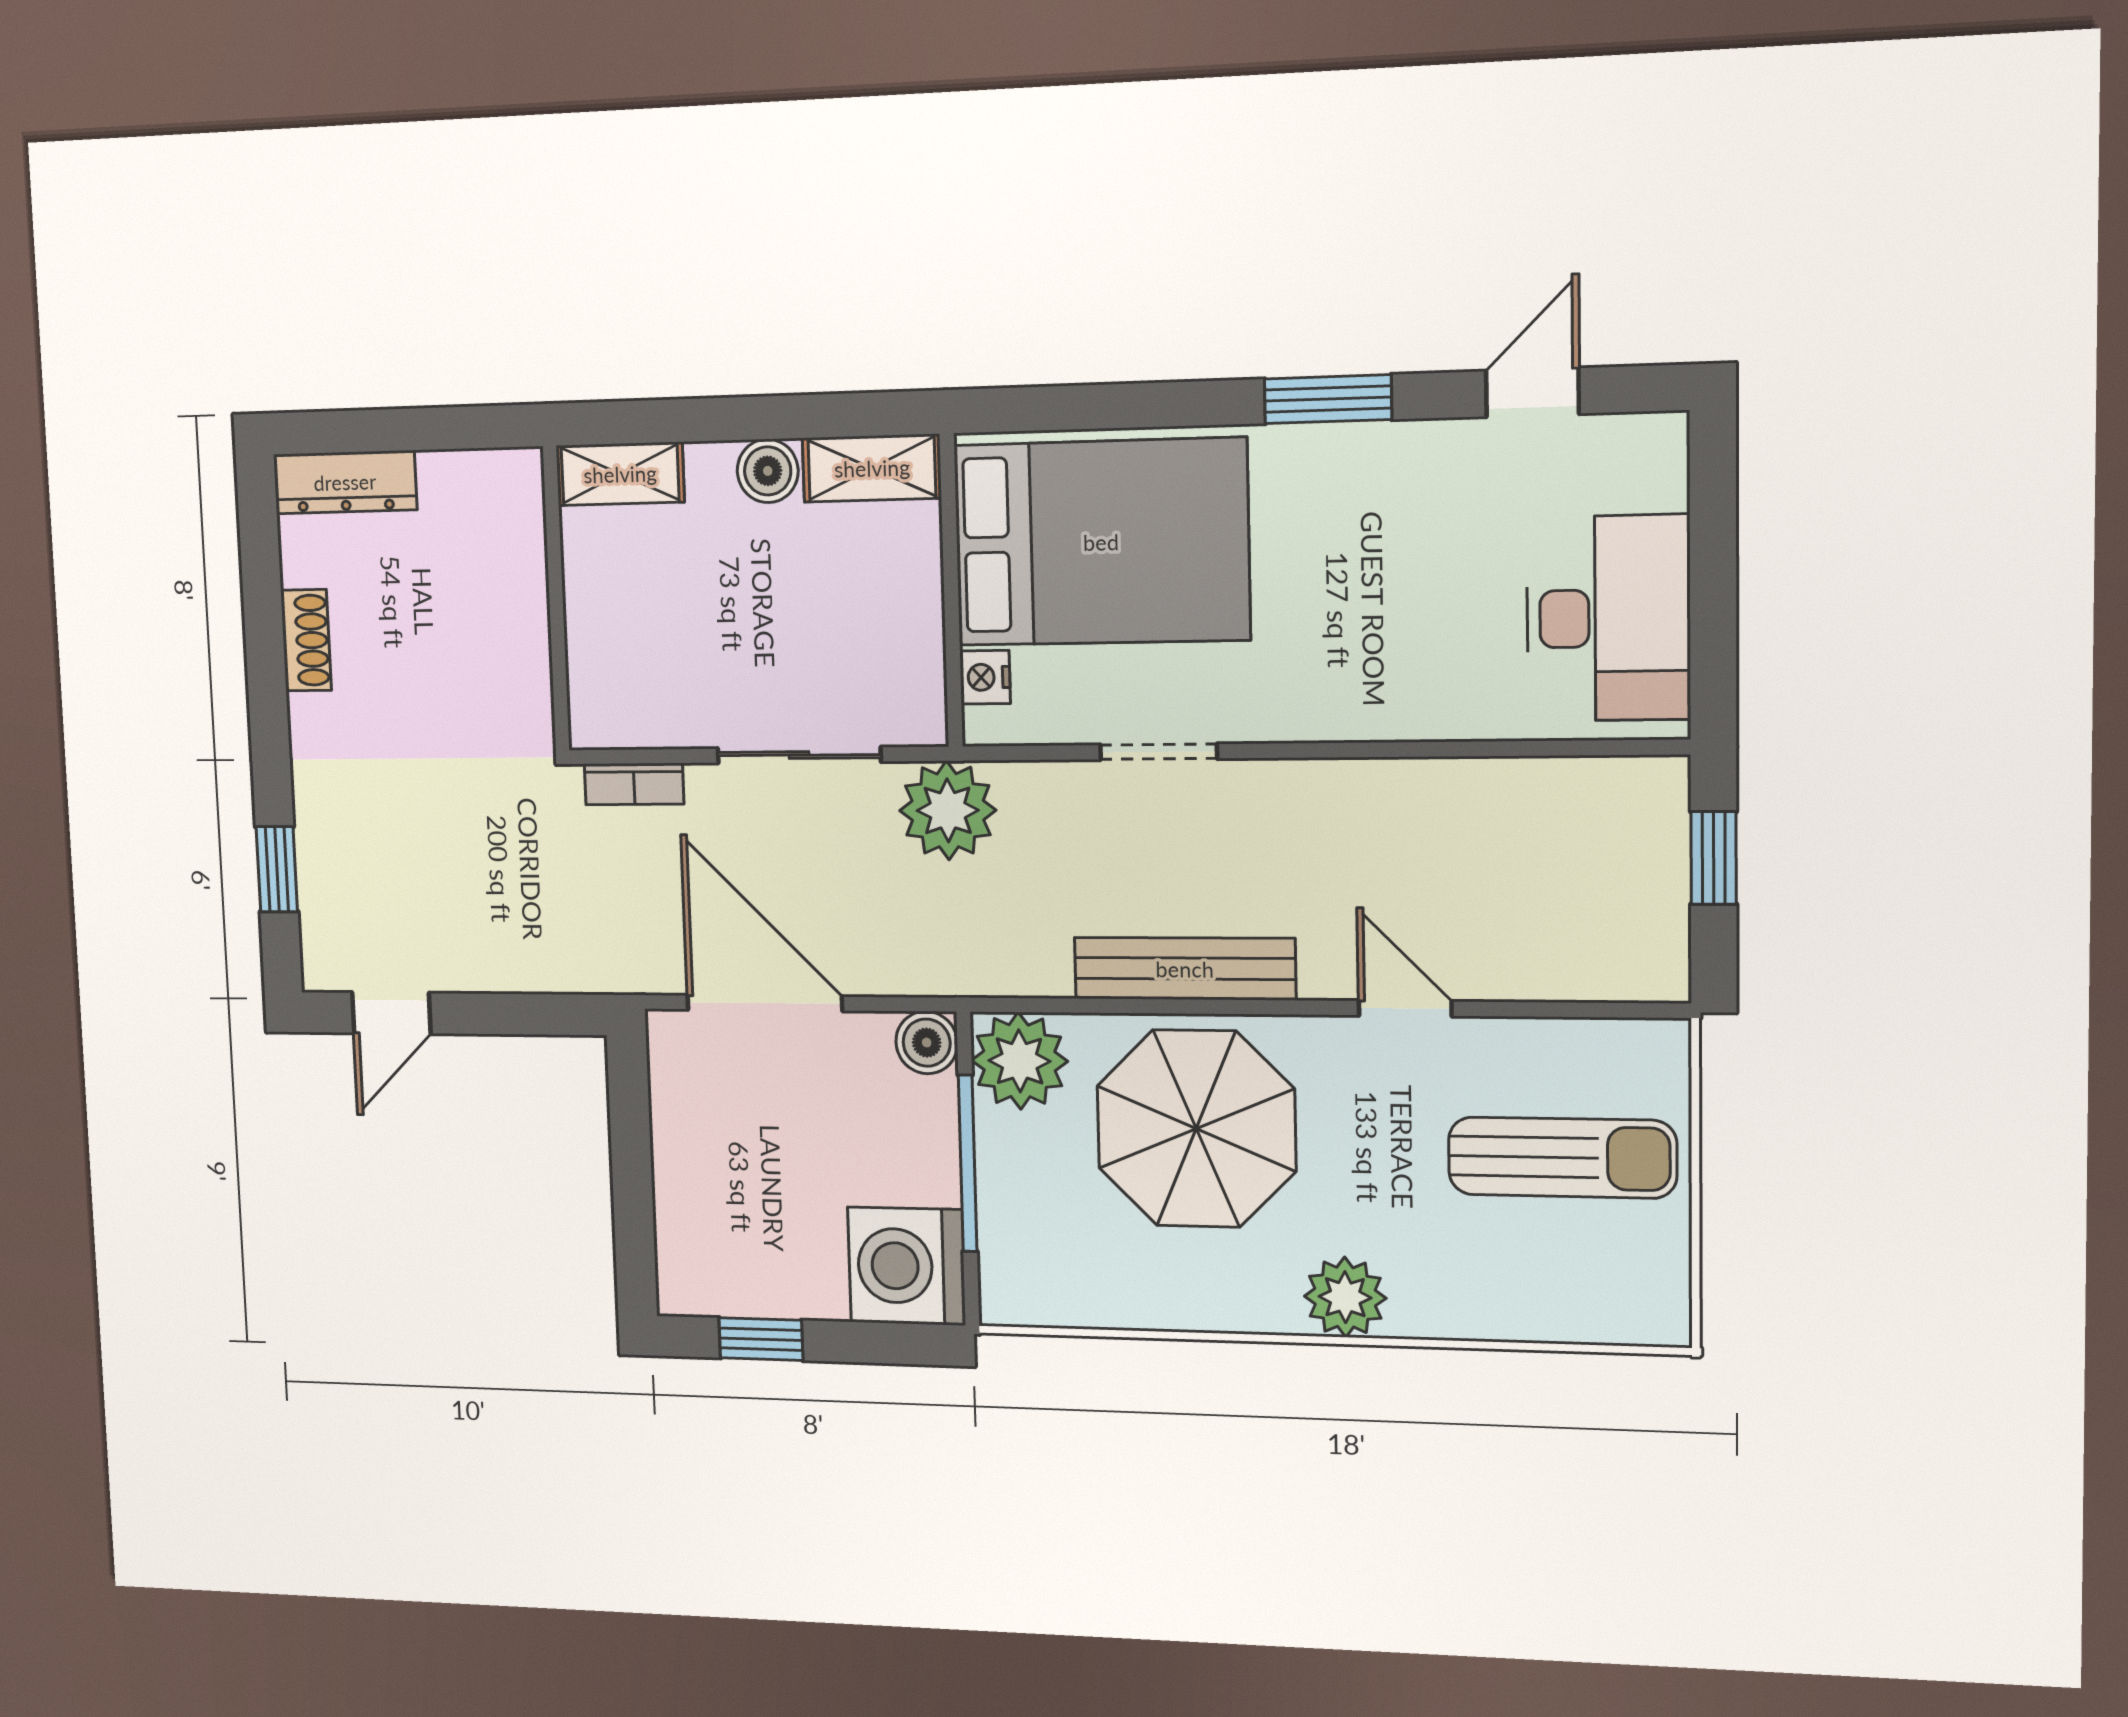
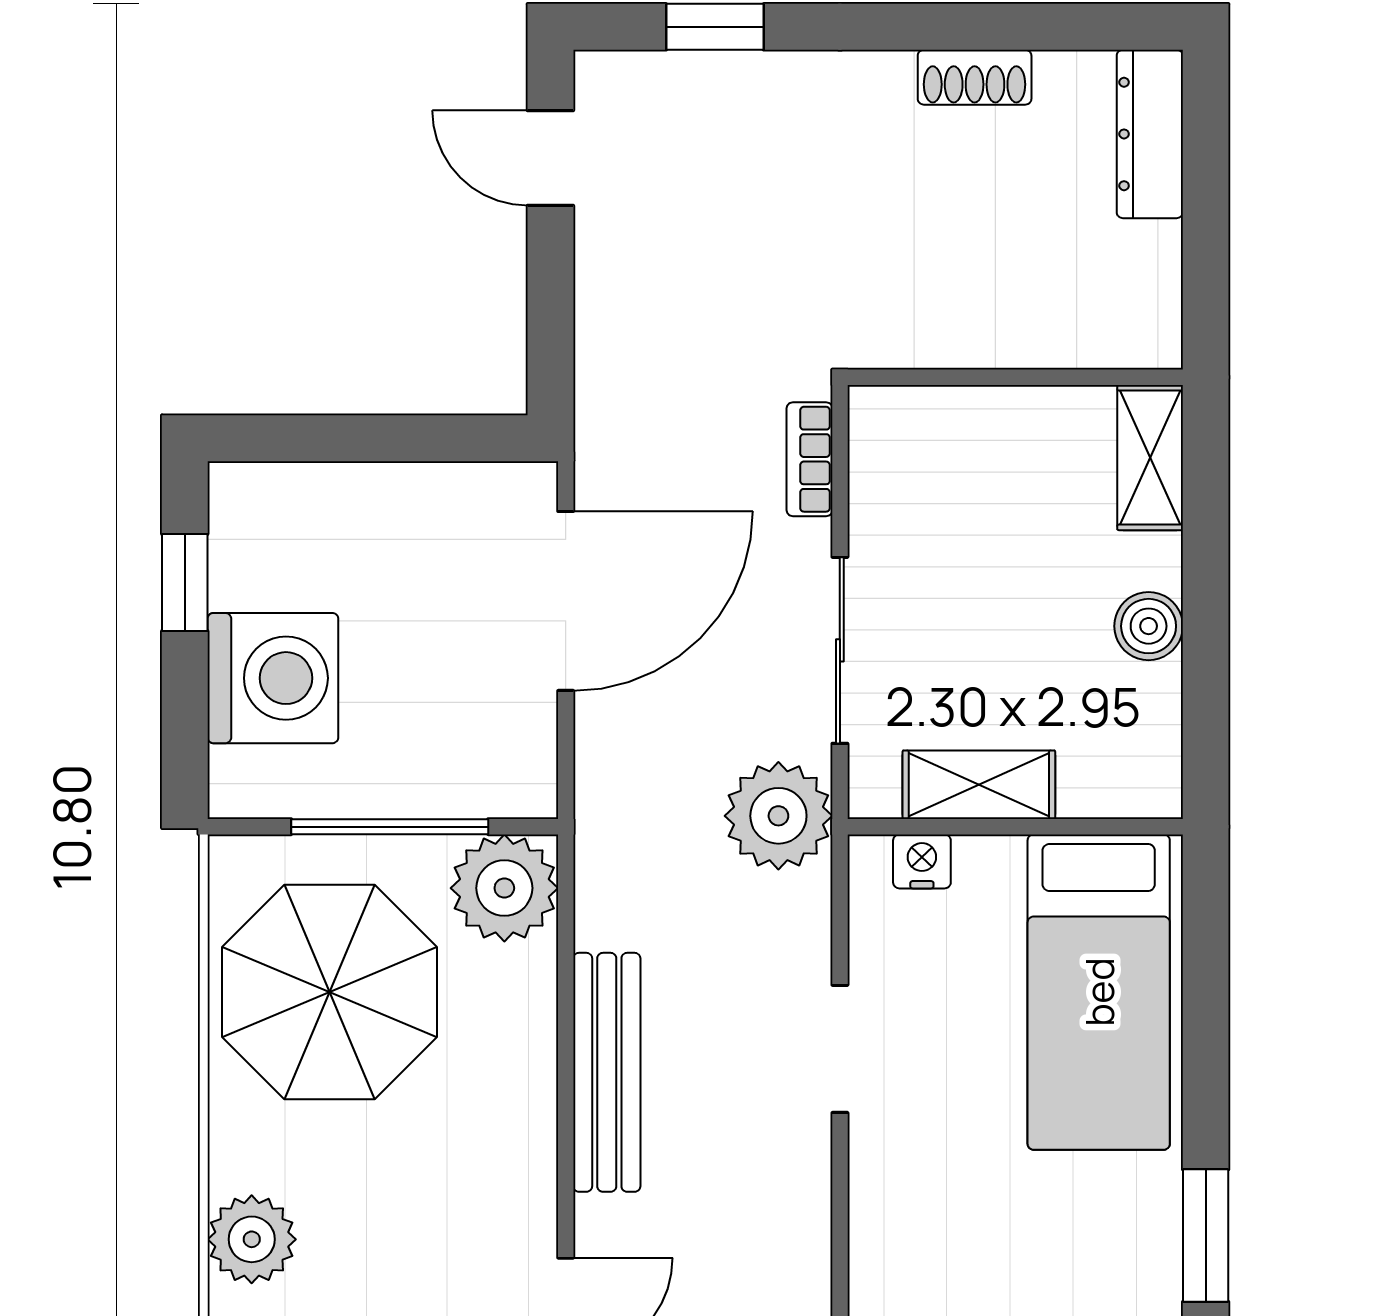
shelving: (872, 468) -> (979, 785), moved, turned 90
bed: (1101, 542) -> (1099, 992), width x0.67
boiler: (927, 1043) -> (523, 784), removed
parasol: (1196, 1129) -> (330, 992), moved
washing machine: (907, 1266) -> (273, 678), moved, turned 90

